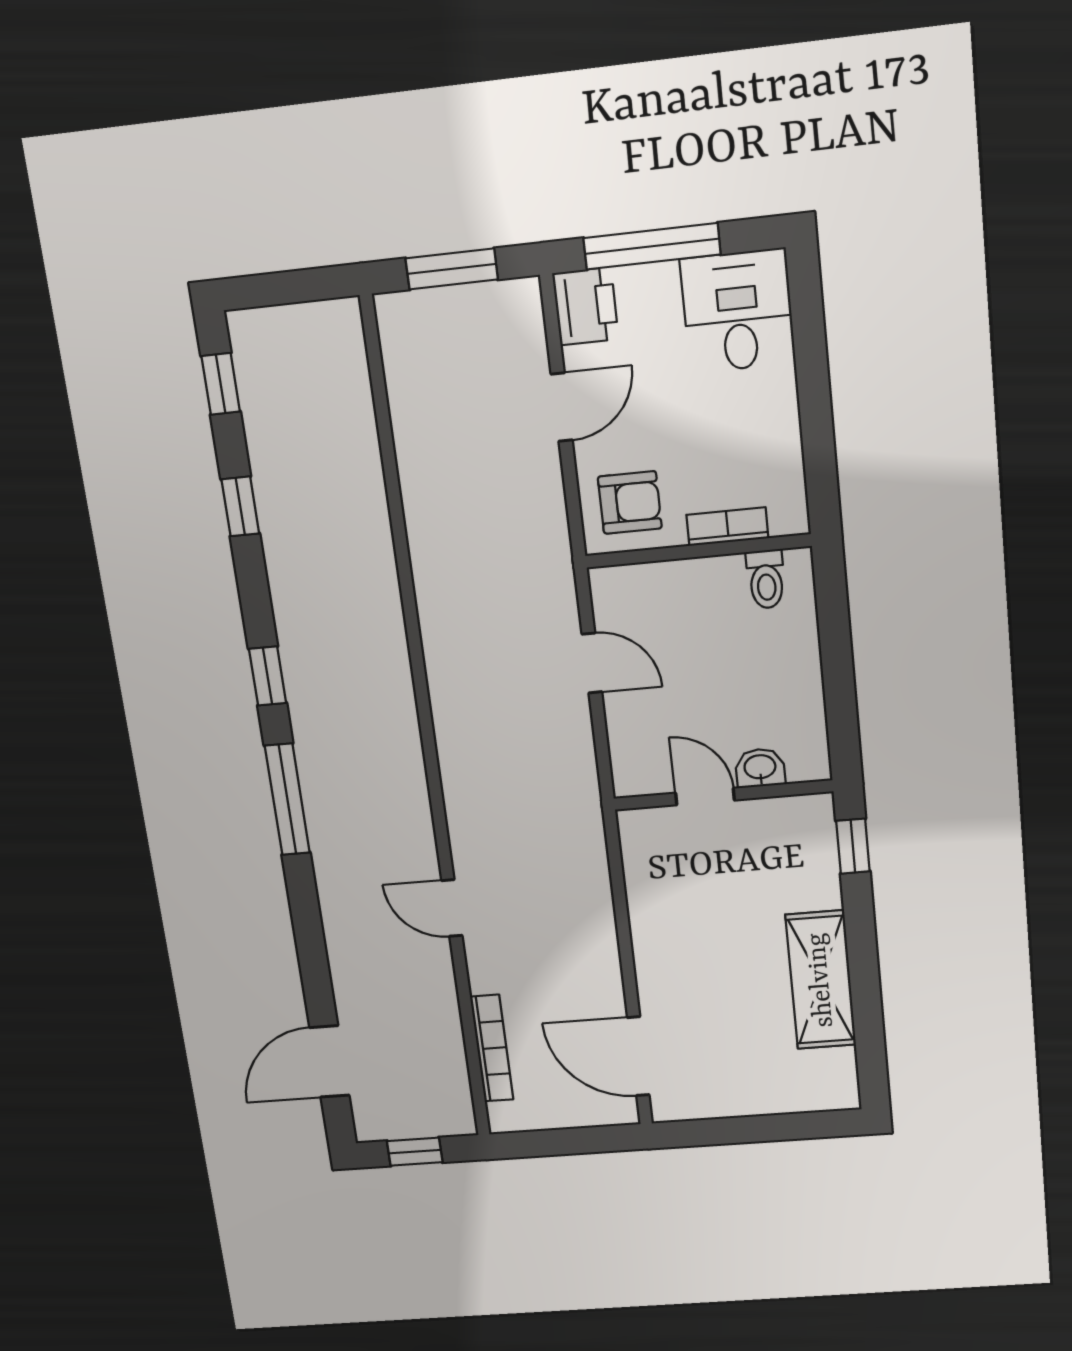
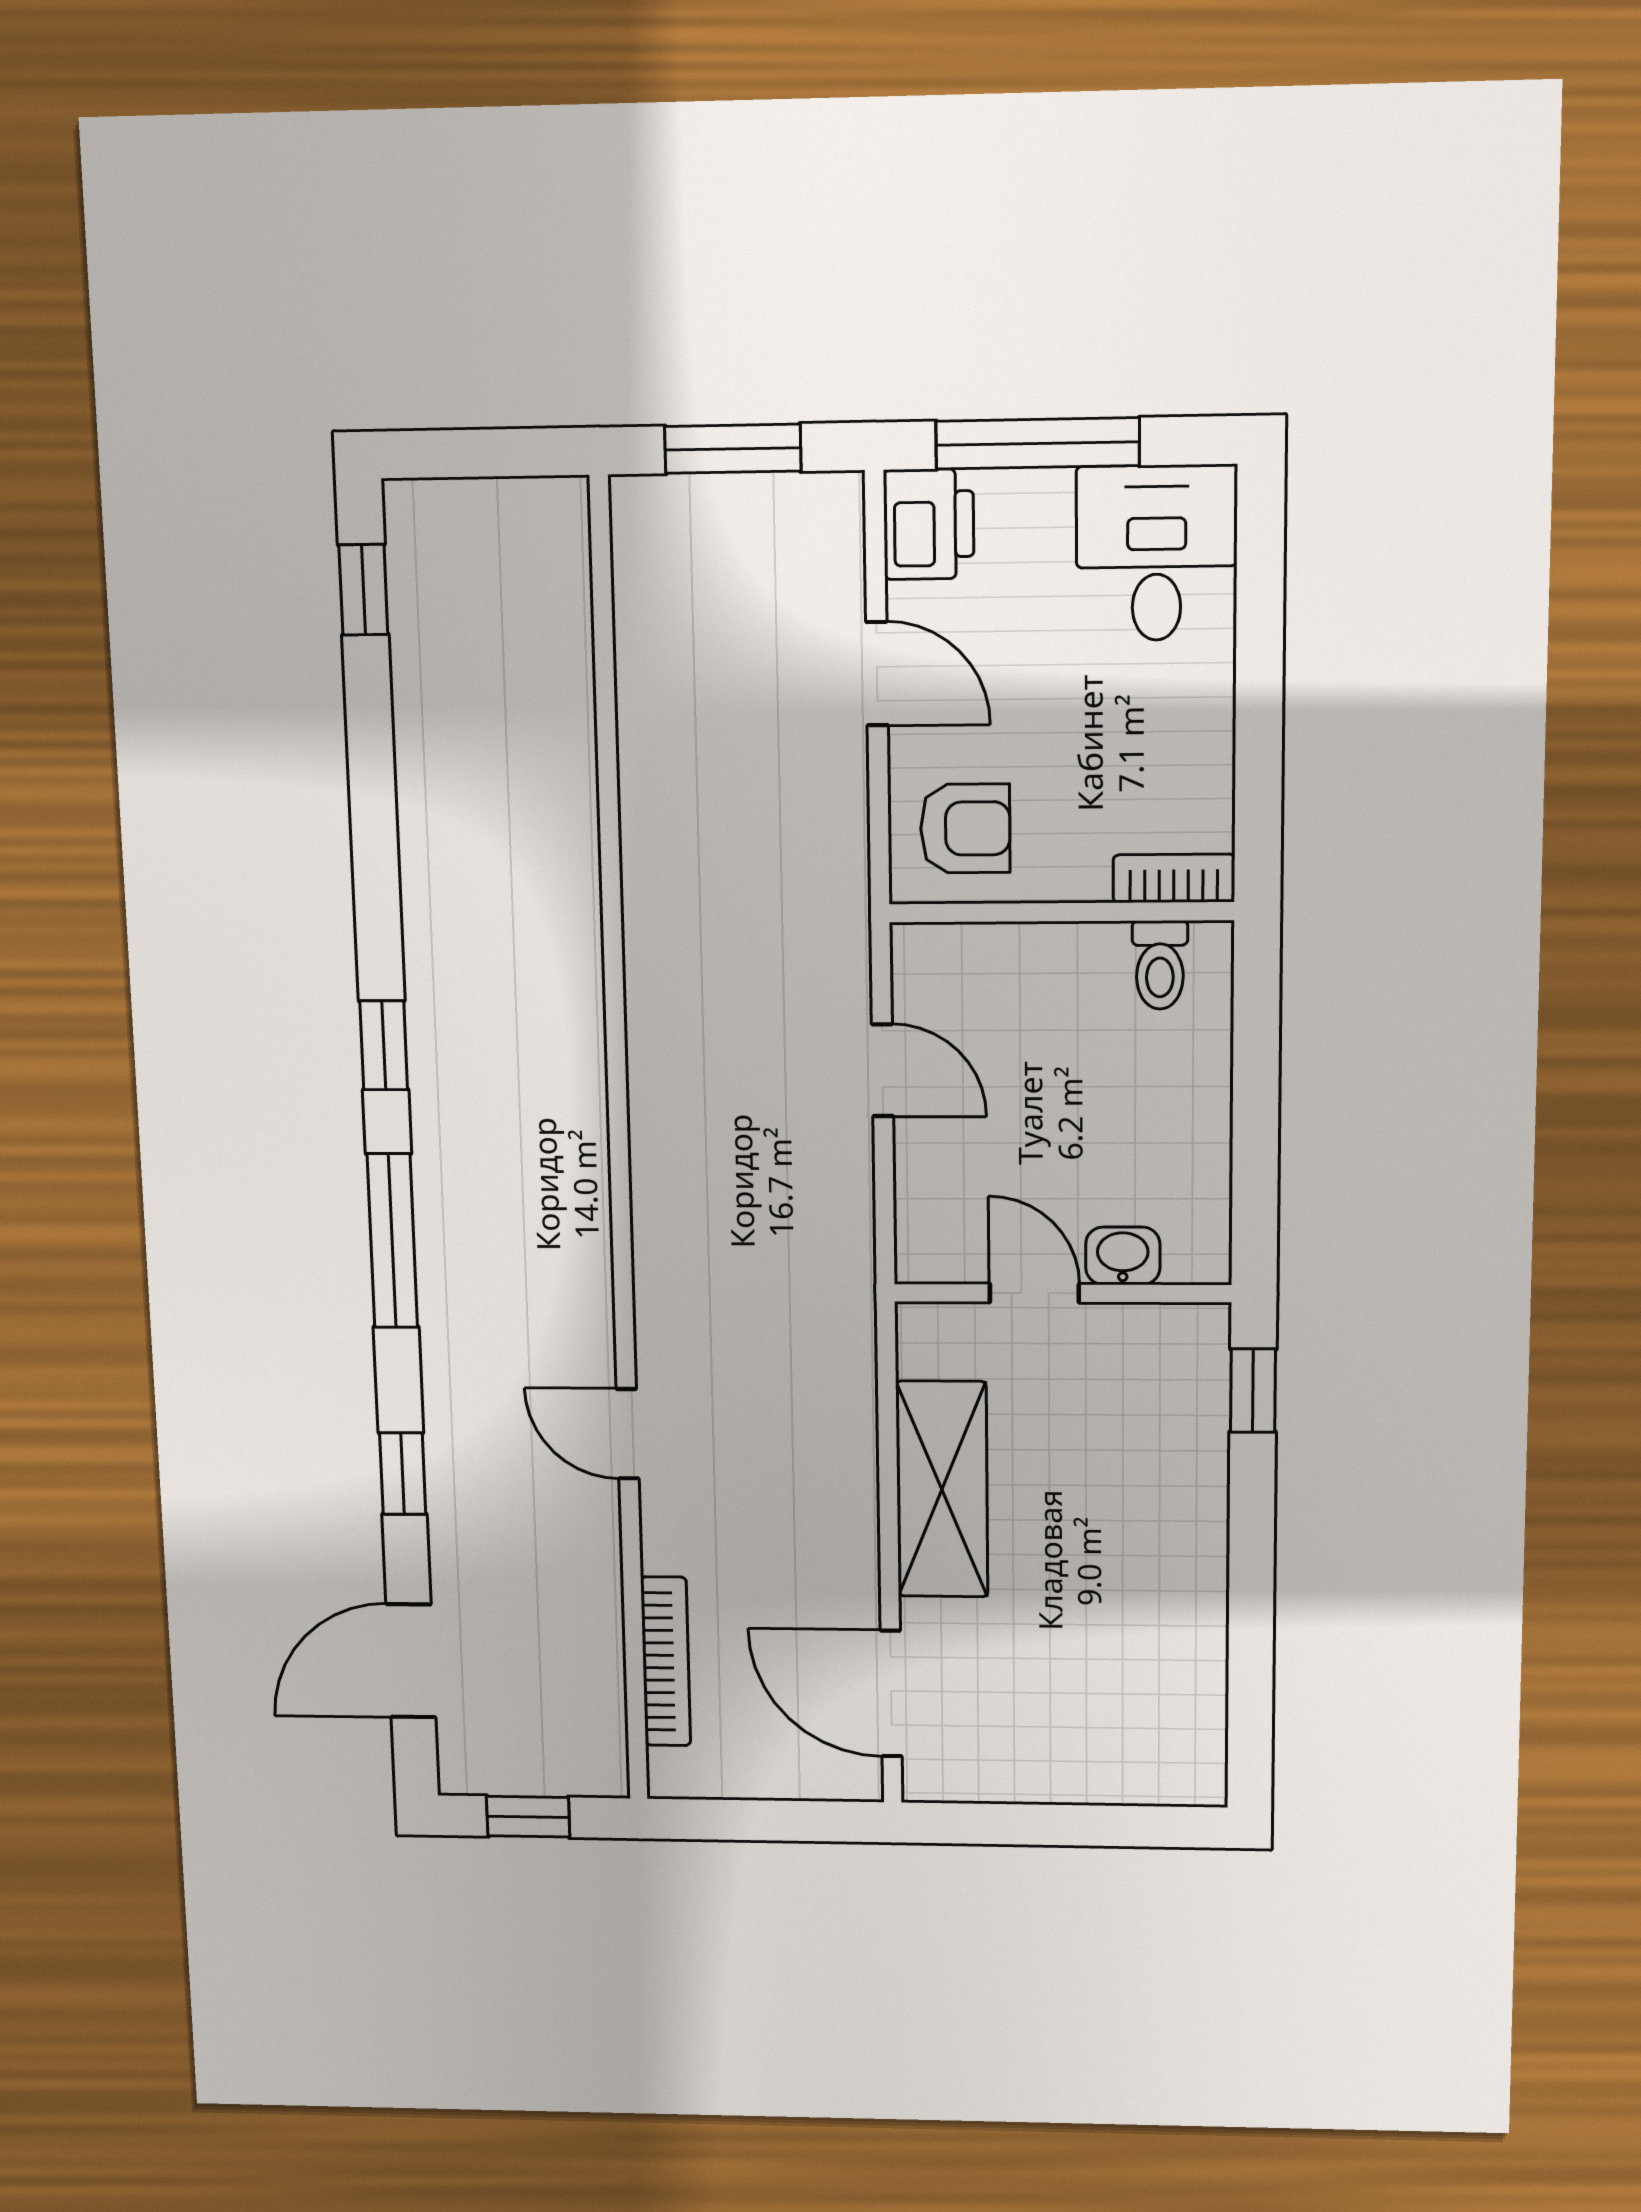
door: (562, 407) -> (877, 674), hinge flipped
window: (240, 506) -> (403, 1474), moved
bookcase: (727, 527) -> (1174, 878), moved
shelving: (821, 980) -> (942, 1489), moved

